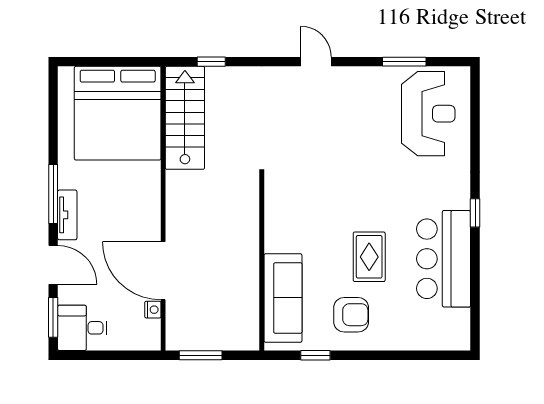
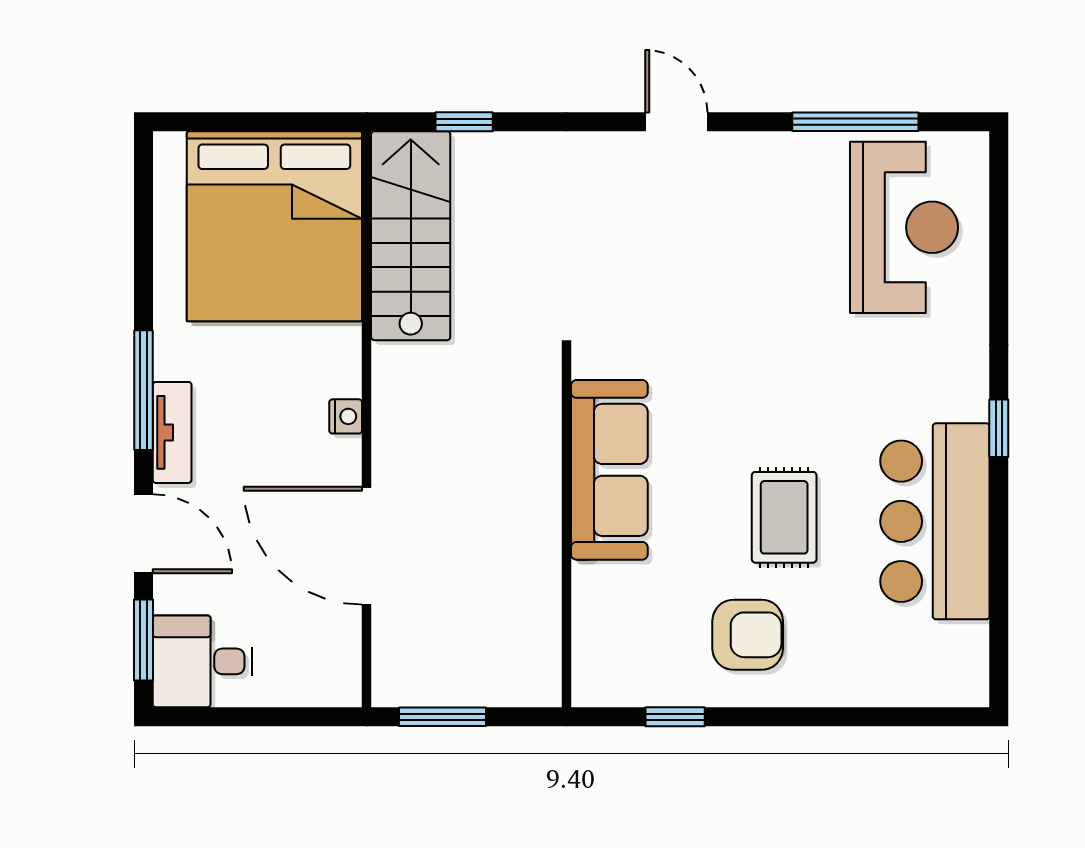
window: (404, 62) -> (855, 122), width x1.44
sofa: (283, 298) -> (609, 470), moved
nightstand: (153, 310) -> (346, 416), moved

